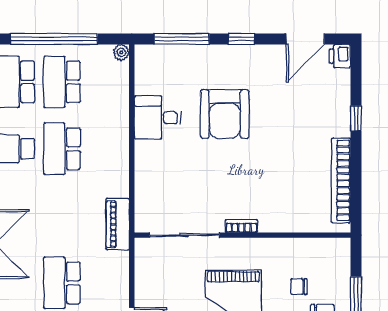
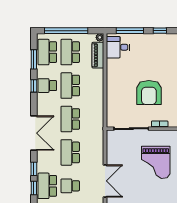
armchair: (225, 114) -> (149, 92), moved
desk: (158, 118) -> (118, 47), moved
school desk: (62, 216) -> (70, 119), added
piano: (118, 224) -> (98, 55), moved

